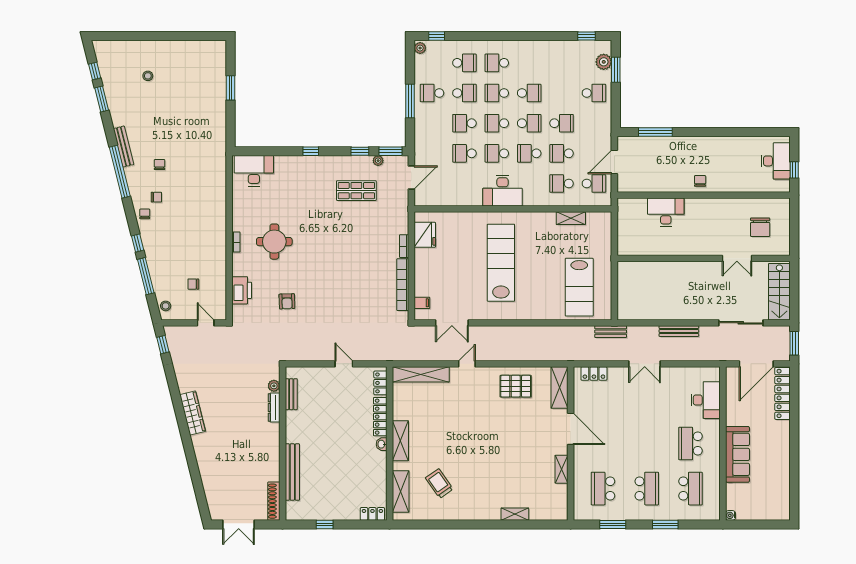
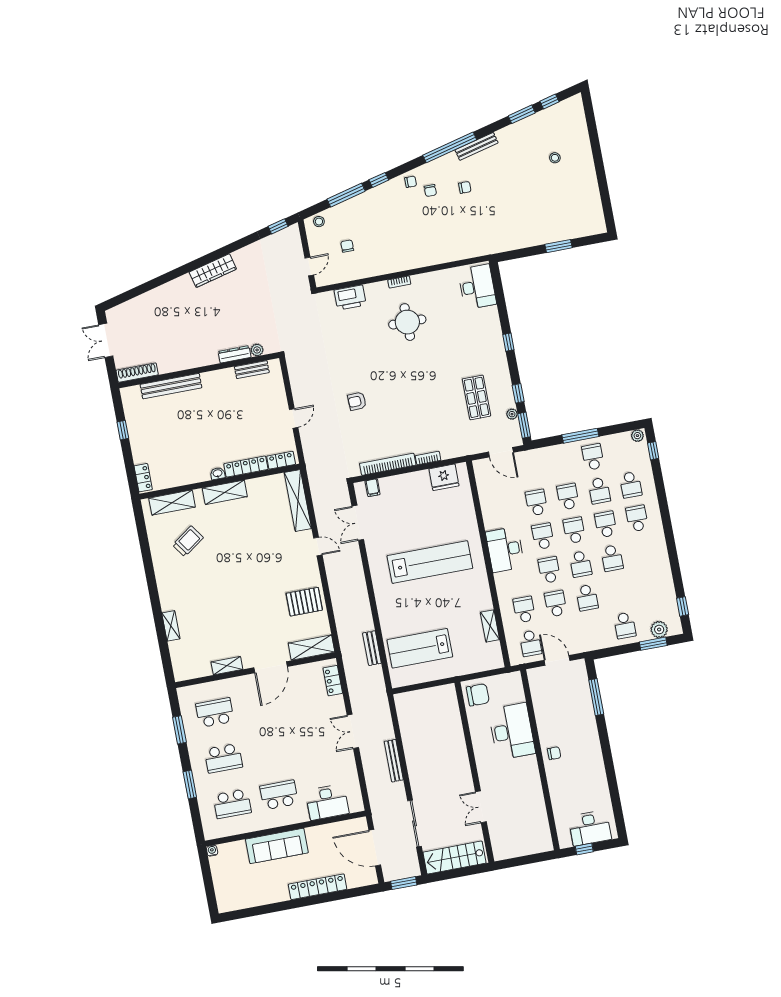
desk: (666, 212) -> (512, 731), width x1.36, depth x1.30
chair: (760, 227) -> (478, 695), moved, turned 180
armchair: (287, 301) -> (357, 401), moved
bench: (611, 332) -> (372, 648), moved
pallet: (516, 386) -> (304, 602), turned 90
locker: (783, 393) -> (318, 887), moved

